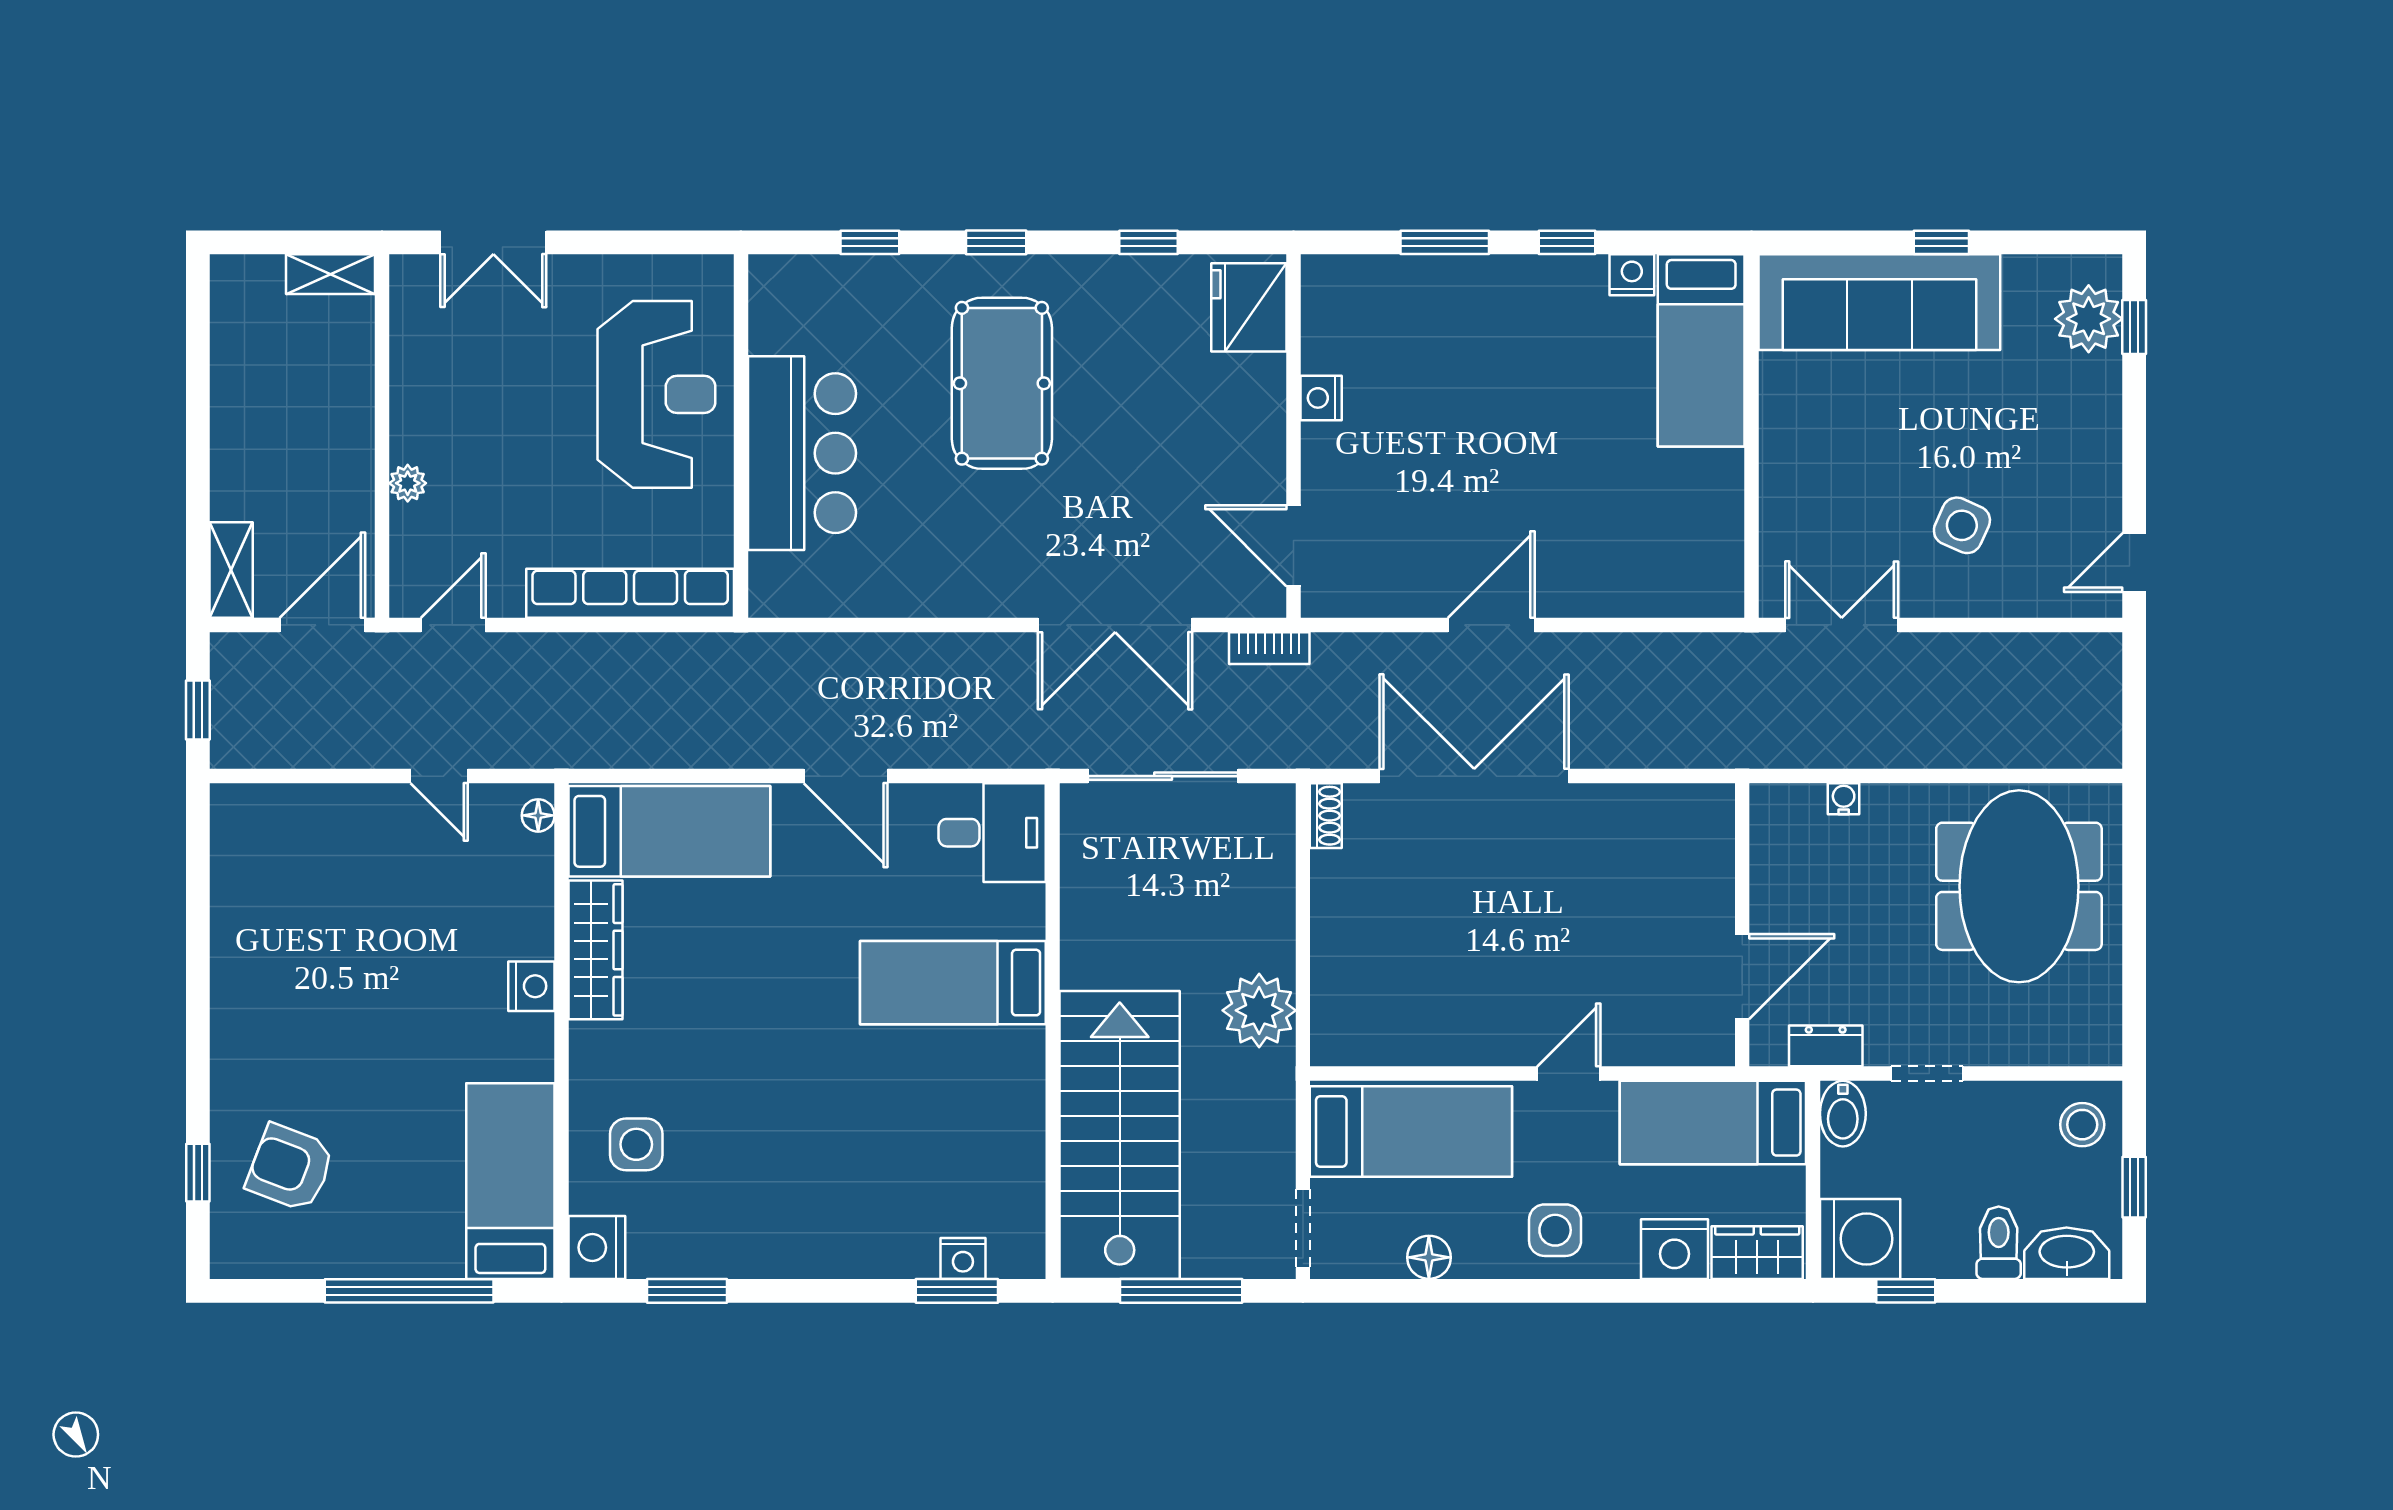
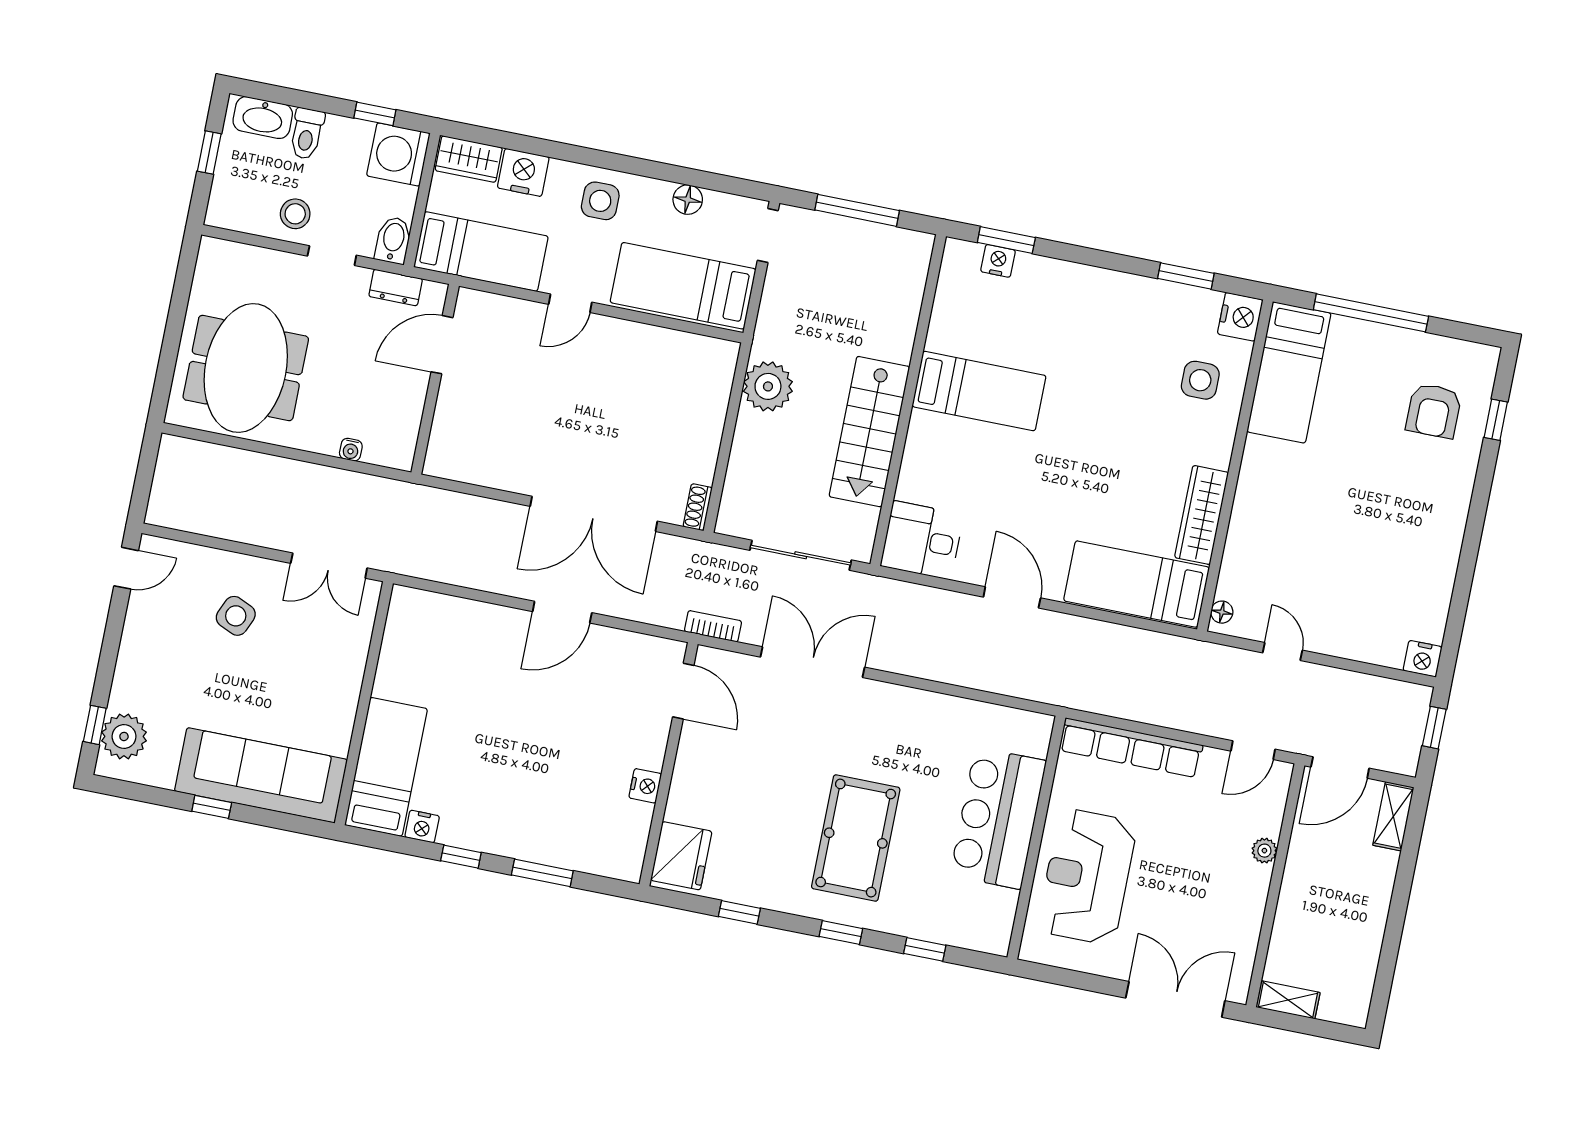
double door: (493, 242) -> (1175, 999), width x1.37
bed: (953, 983) -> (979, 391), moved
nightstand: (531, 986) -> (1423, 659), moved, turned -90
stool: (2082, 1125) -> (295, 214), moved
stairs: (1120, 1135) -> (869, 432), moved, width x0.73, depth x0.66
armchair: (290, 1168) -> (1434, 411), turned 69

